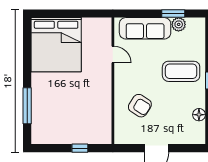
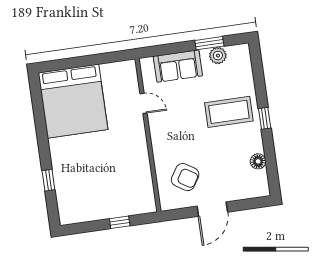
sofa: (145, 28) -> (178, 66), width x0.73
window: (27, 106) -> (48, 180), width x0.46
armchair: (140, 106) -> (185, 177), moved

